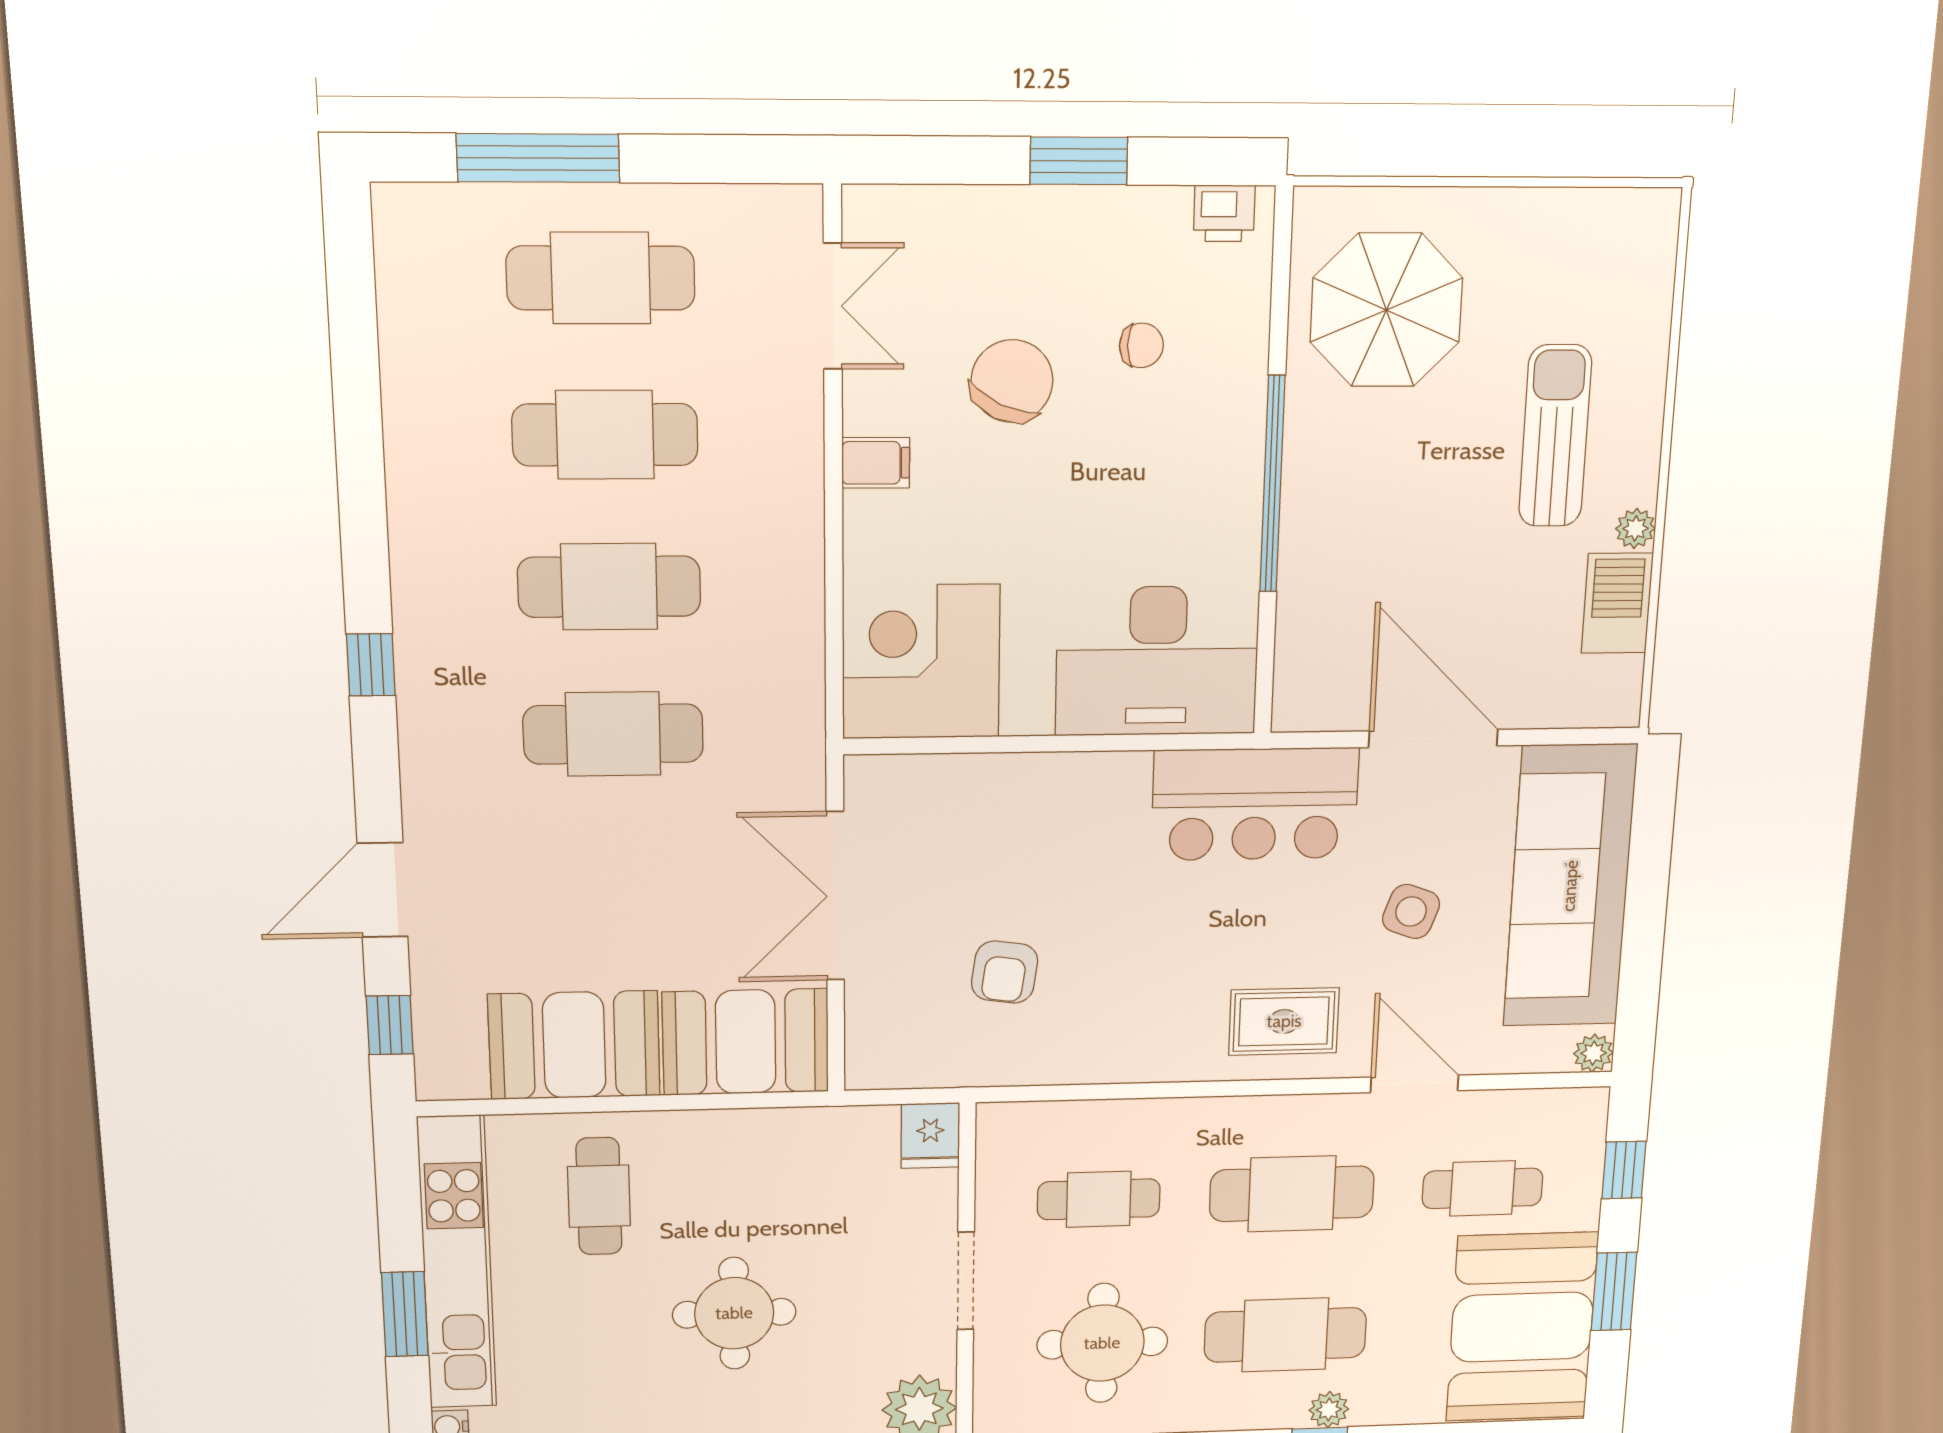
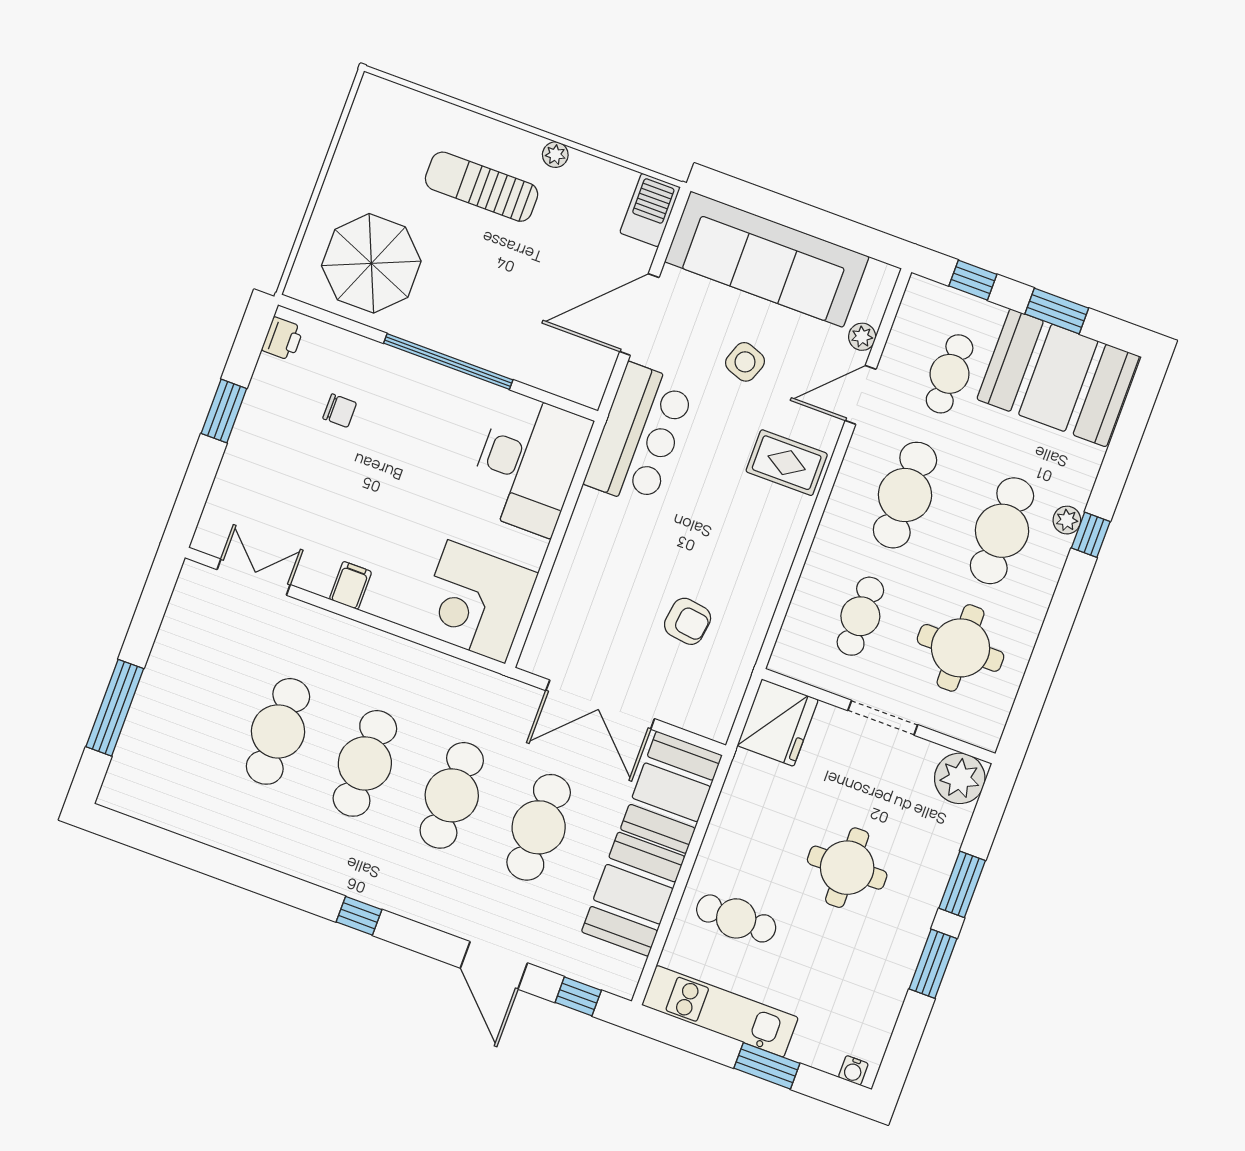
cafe table: (601, 278) -> (539, 827), moved
chair: (1141, 345) -> (340, 411), turned 90
chair: (1012, 381) -> (333, 491), removed
barbecue: (1617, 603) -> (650, 210), moved, turned 90
rug: (1284, 1021) -> (787, 463), turned 90
plant: (1593, 1053) -> (862, 337), moved
fridge: (930, 1136) -> (778, 723), width x1.88, depth x1.34
kitchen unit: (457, 1263) -> (720, 1011), width x0.73

